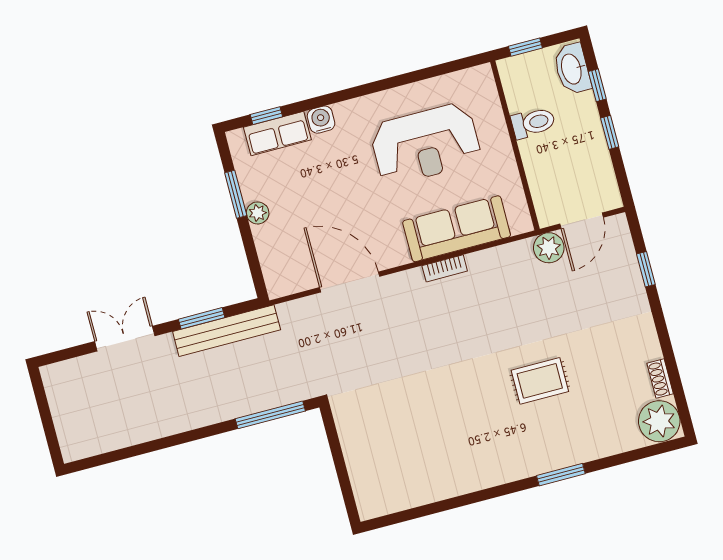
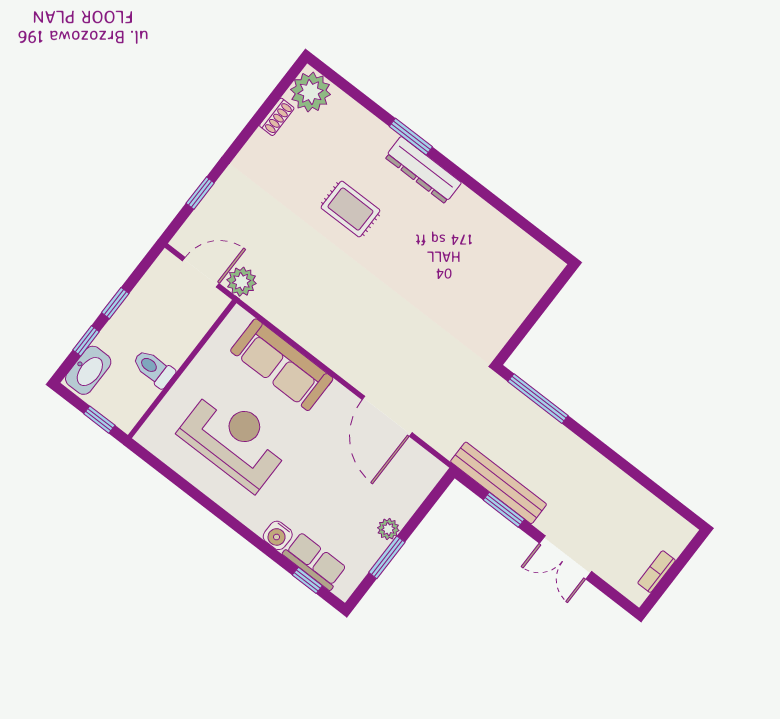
bookcase: (445, 268) -> (657, 572), moved, turned -90
dresser: (526, 464) -> (423, 170), added

